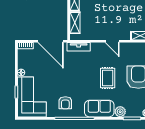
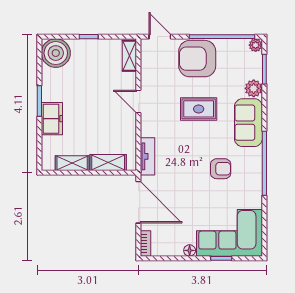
door: (51, 41) -> (138, 202), hinge flipped
door: (112, 41) -> (138, 101), swing flipped
armchair: (65, 103) -> (221, 169), moved

